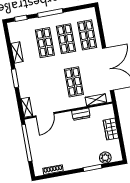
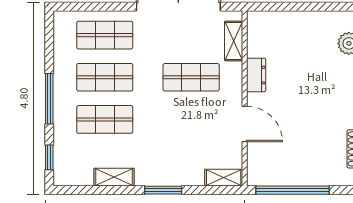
door: (45, 115) -> (245, 124), moved
wardrobe: (111, 129) -> (296, 22), removed

